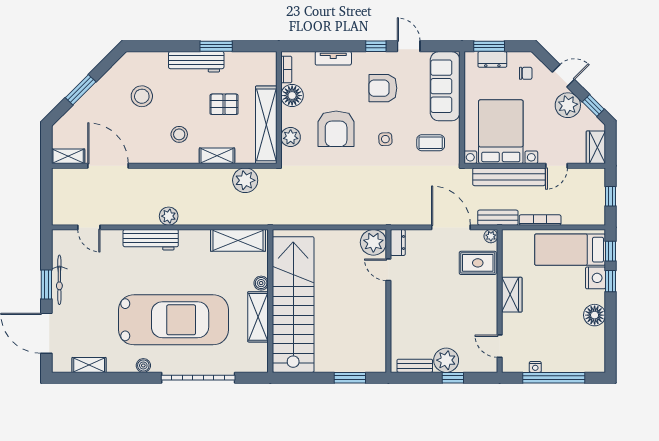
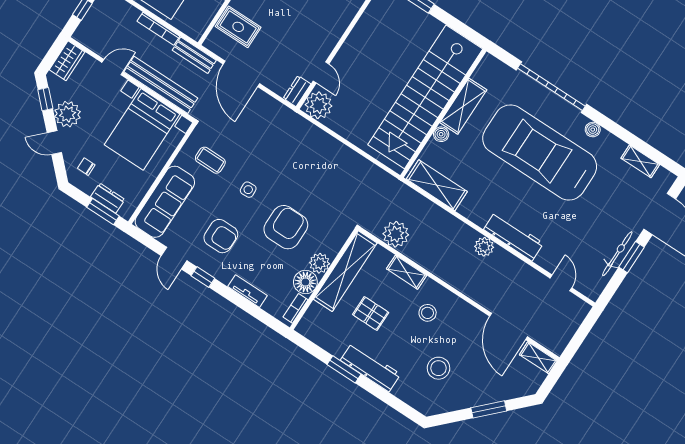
plant: (291, 137) -> (320, 263), moved
plant: (491, 236) -> (211, 43), removed

